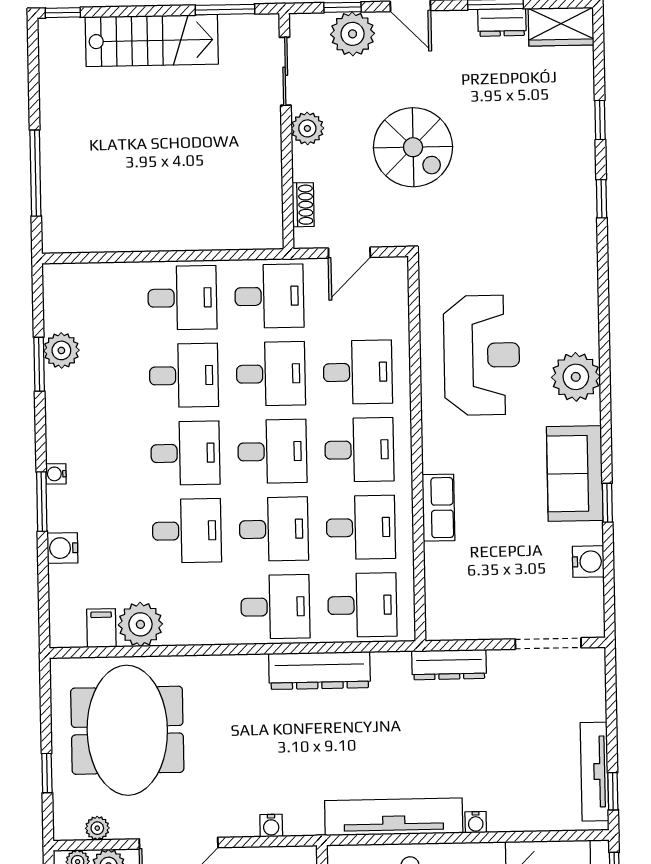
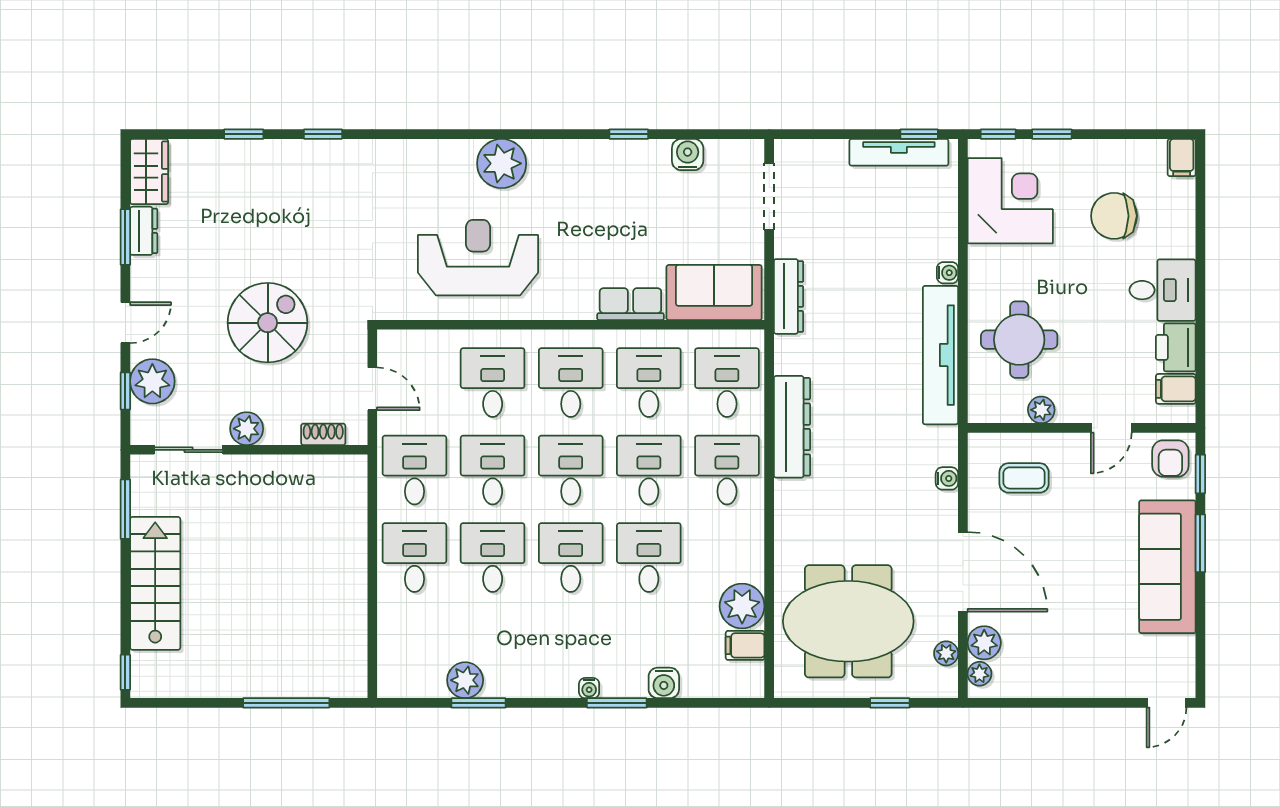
sofa: (575, 474) -> (714, 293), moved, turned 180

